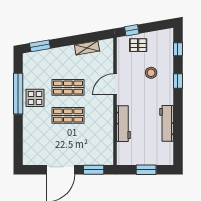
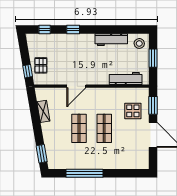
stool: (151, 73) -> (139, 43), moved
door: (115, 84) -> (76, 86), hinge flipped
display table: (35, 98) -> (133, 111), moved
workbench: (123, 124) -> (126, 79), moved

